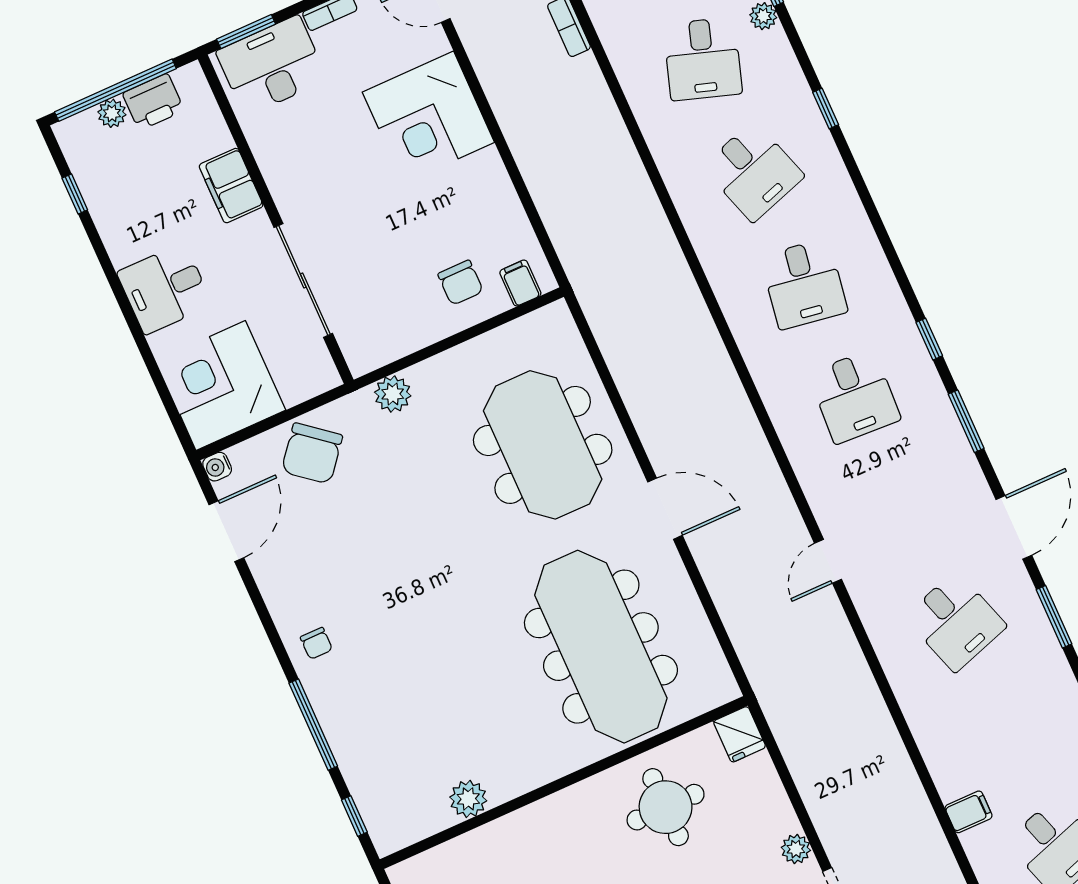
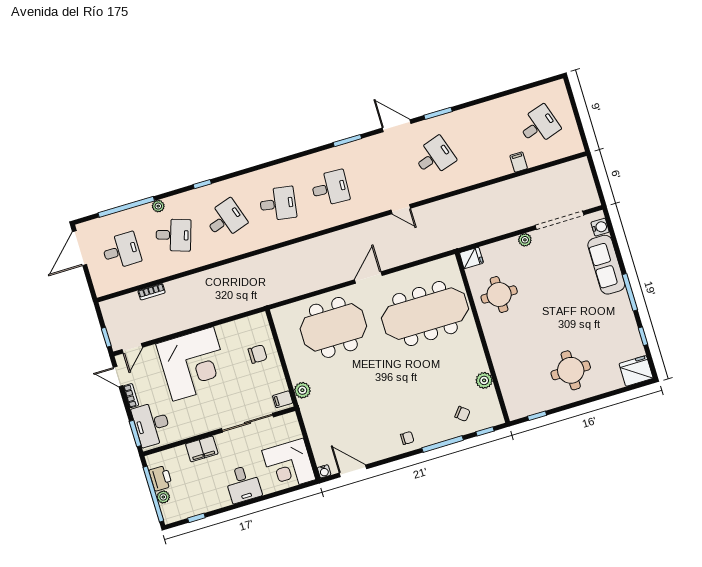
corner desk: (428, 117) -> (193, 364), width x1.36, depth x1.36
filing cabinet: (520, 283) -> (283, 399), moved
window: (929, 339) -> (309, 152), removed
chair: (312, 453) -> (462, 414), moved, width x0.54, depth x0.54

